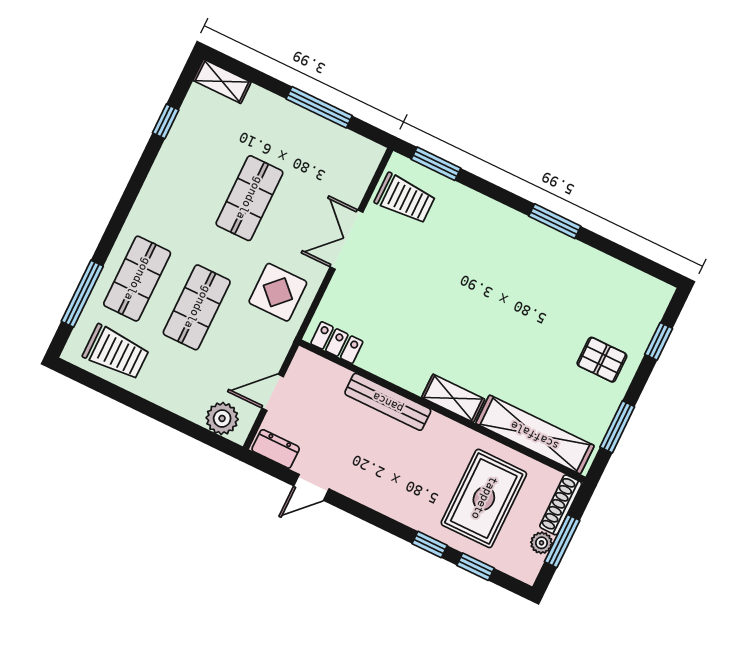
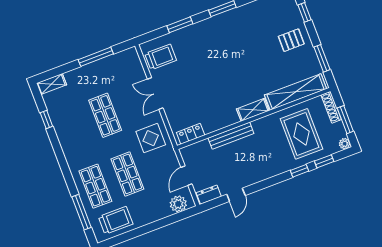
window: (436, 164) -> (180, 25), moved
plant: (541, 543) -> (345, 144), moved

